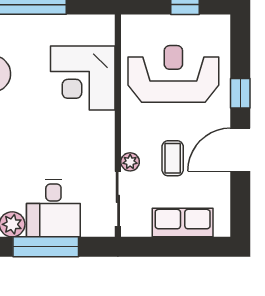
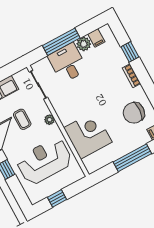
reception desk: (173, 74) -> (44, 161), turned 180
plant: (130, 162) -> (50, 120), moved

